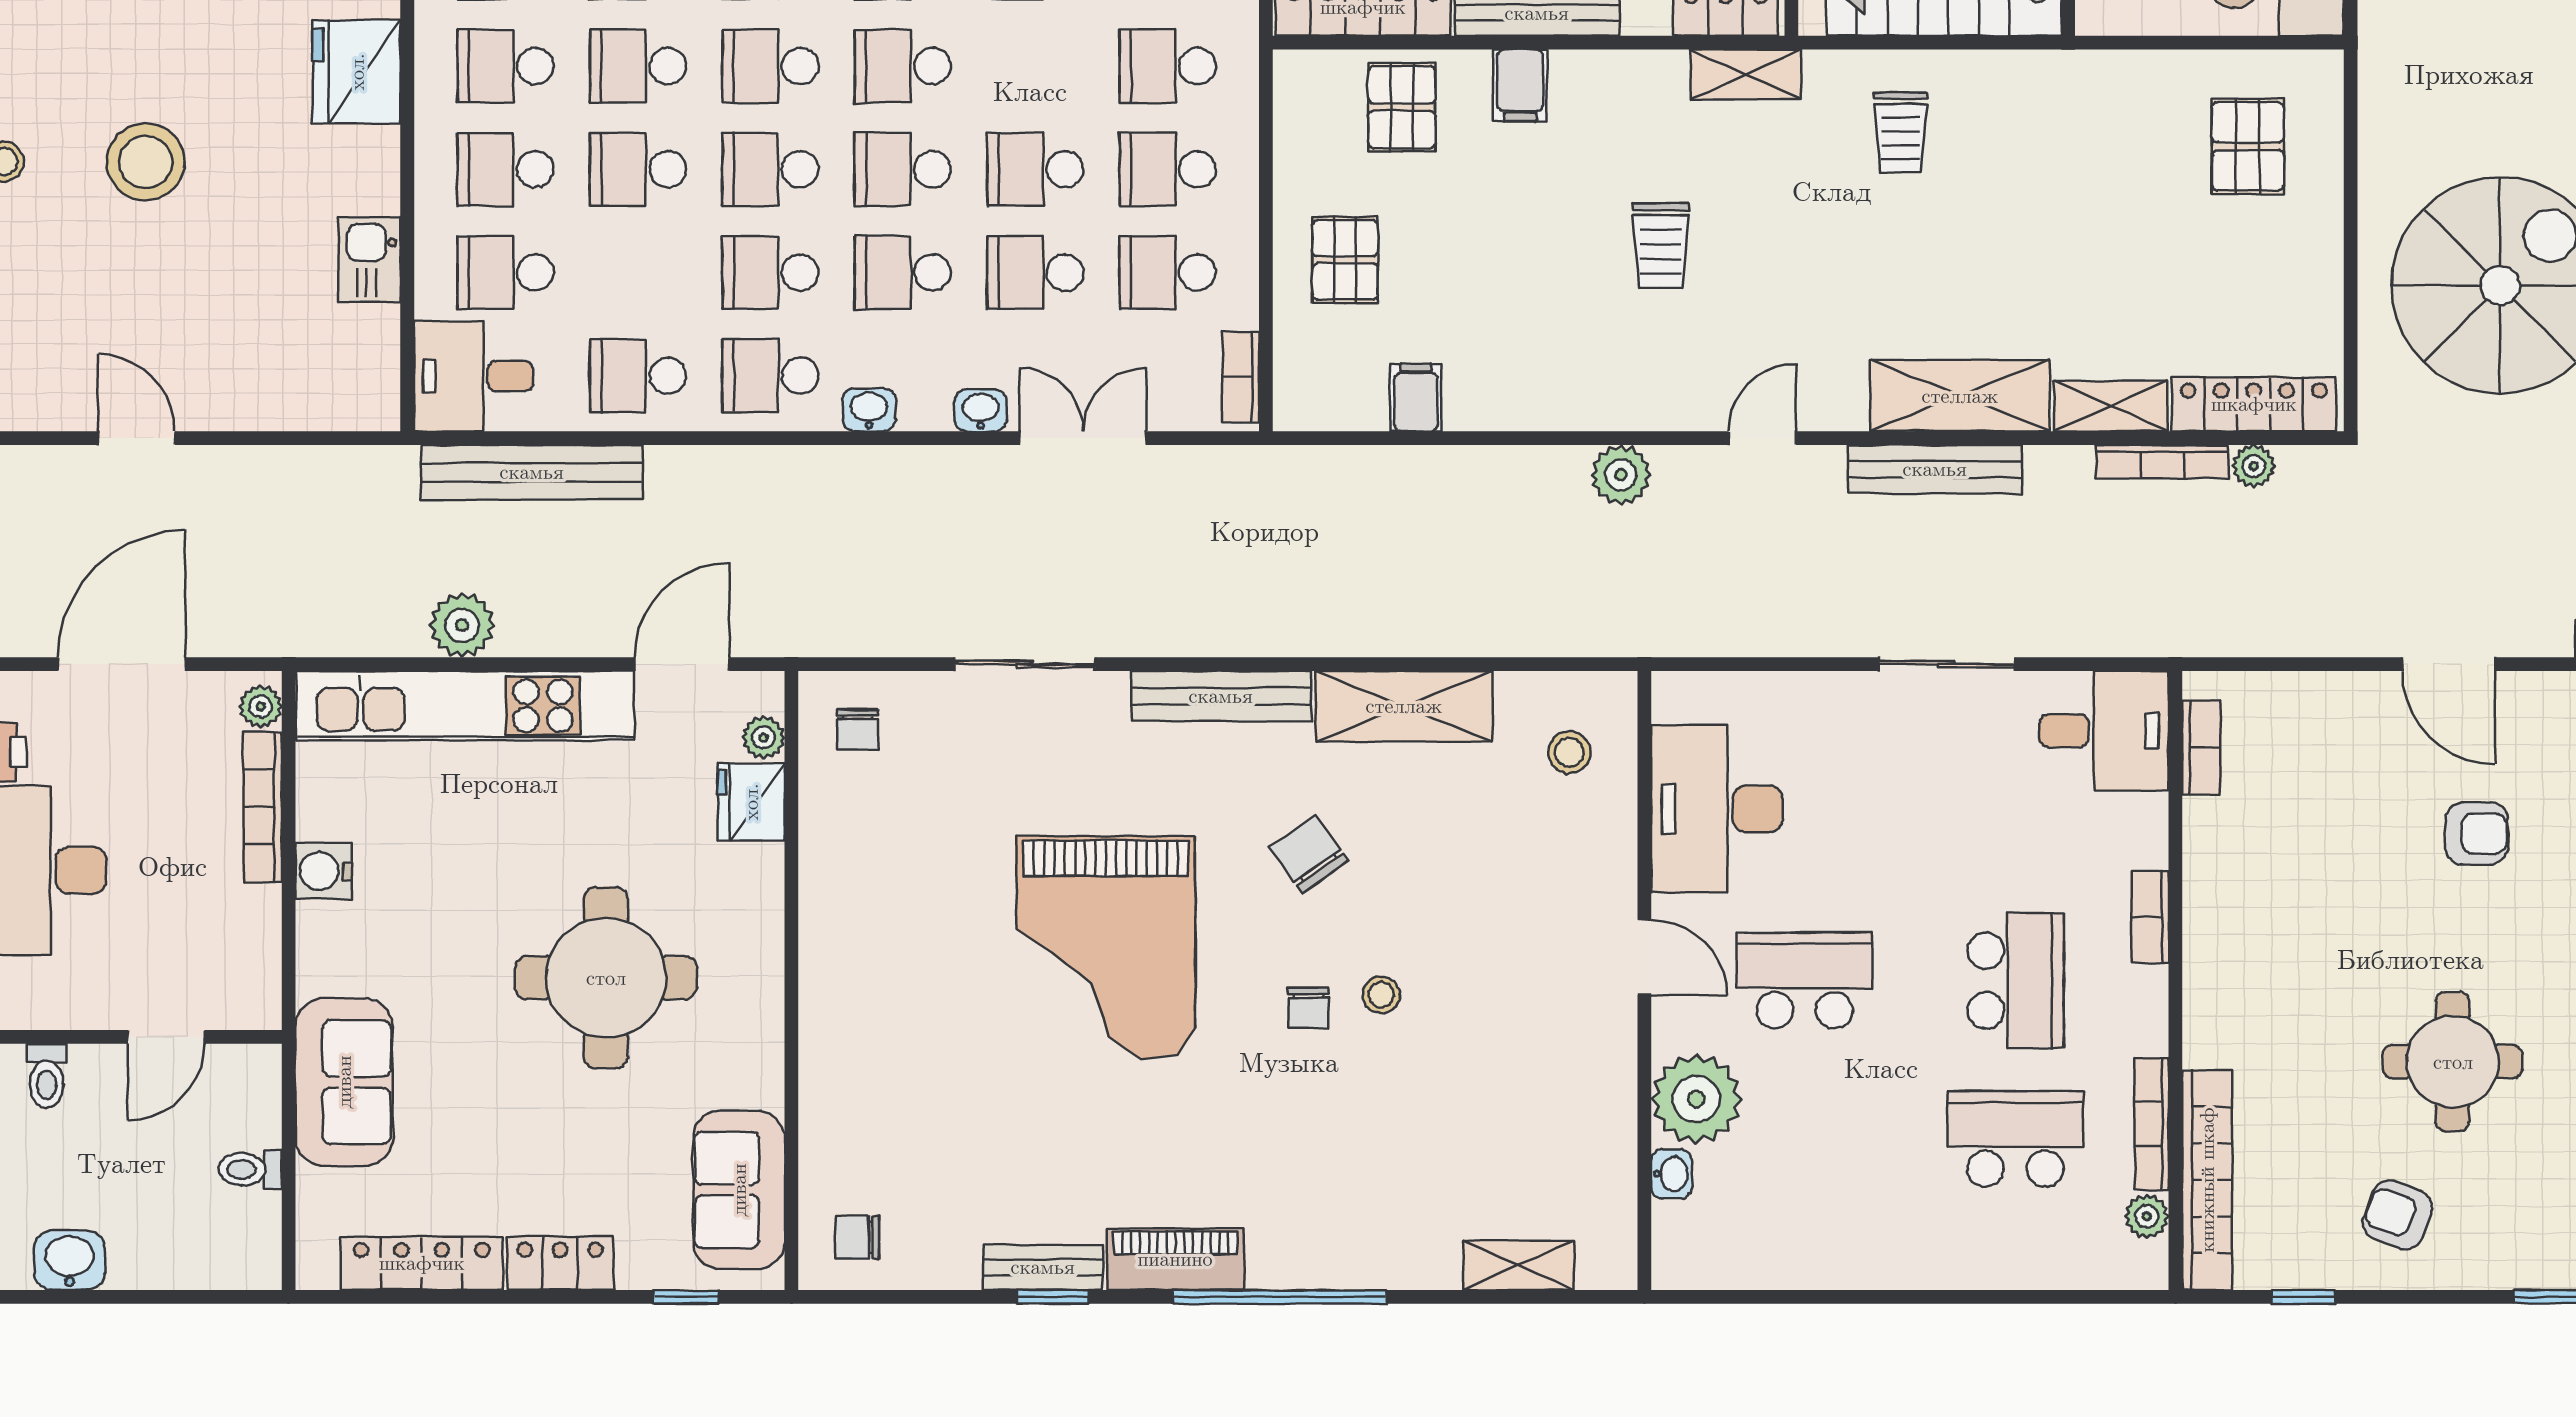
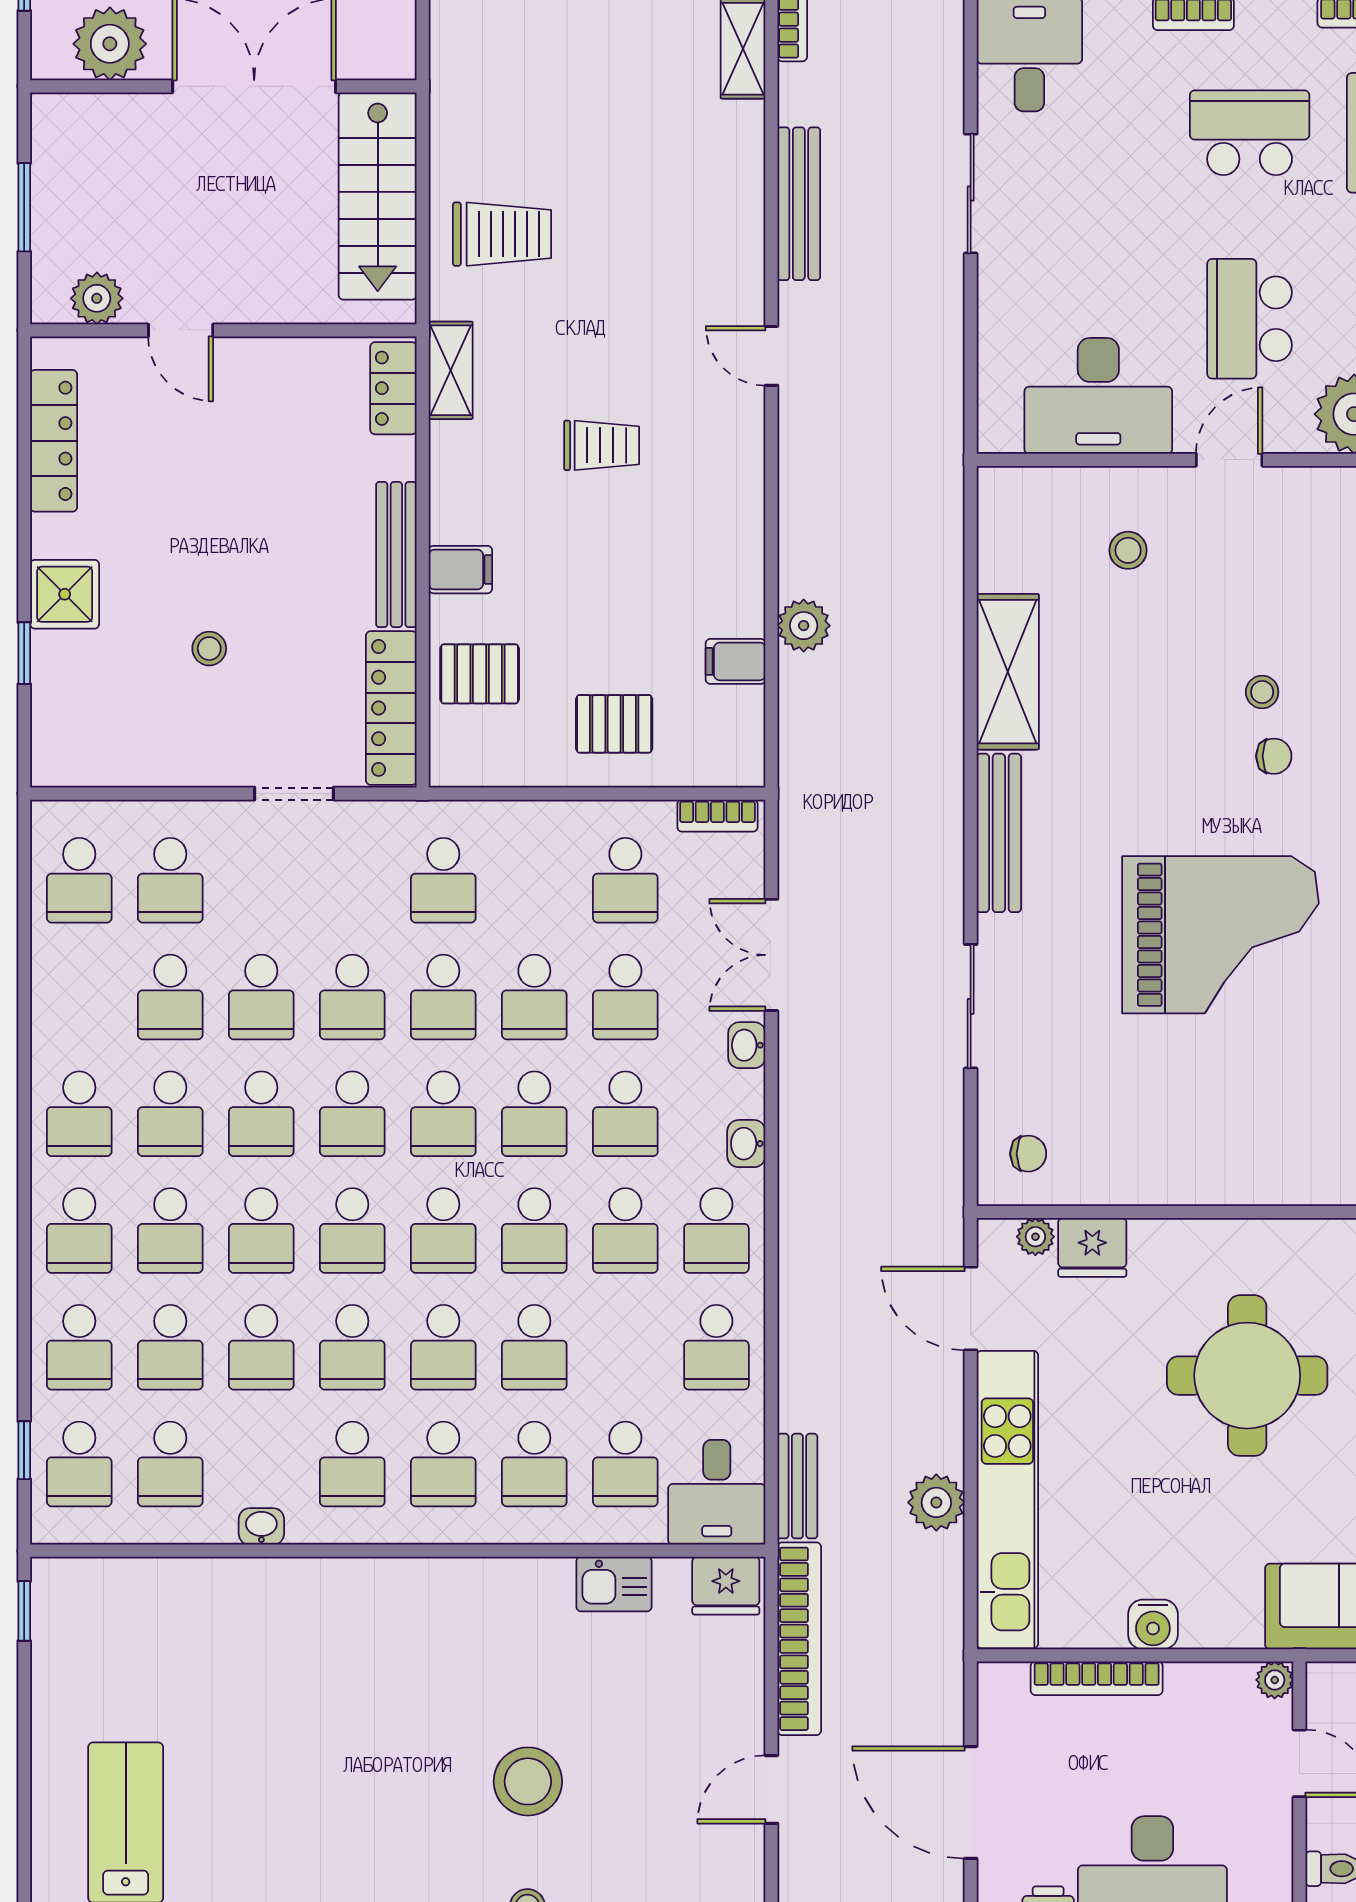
fridge: (357, 72) -> (726, 1586), moved, width x0.73, depth x0.75
trolley: (1900, 133) -> (502, 234), width x1.36, depth x1.39
school desk: (1168, 169) -> (443, 997), moved
shelving: (1960, 396) -> (734, 182), removed
bookcase: (307, 470) -> (799, 1639), added
bench: (532, 472) -> (797, 1486), width x0.54, depth x0.82
plant: (1621, 475) -> (804, 626), moved
plant: (261, 706) -> (1275, 1680), moved
stool: (1569, 752) -> (1128, 550), moved
chair: (1309, 854) -> (1138, 756), removed

